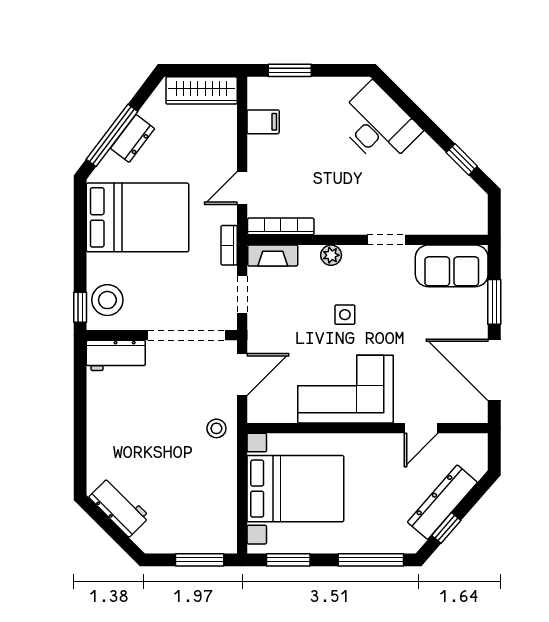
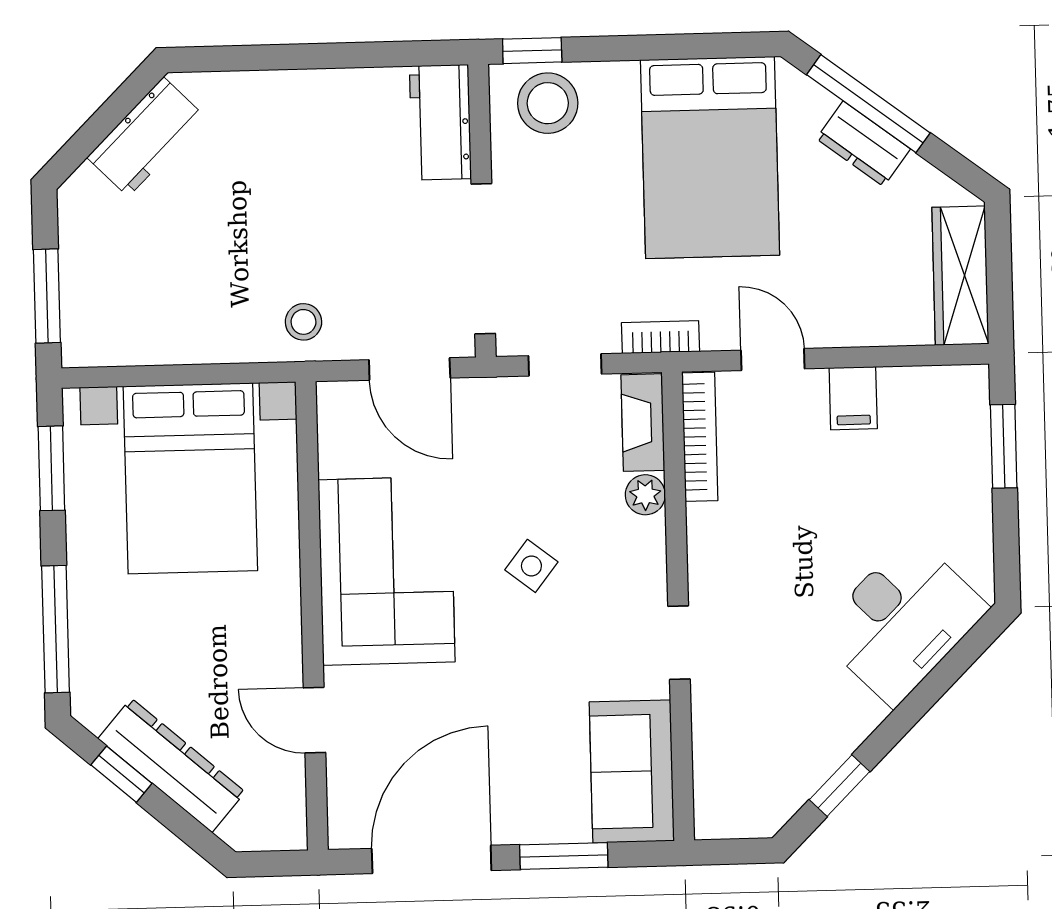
filing cabinet: (263, 122) -> (853, 398), moved
plant: (331, 255) -> (645, 495), moved
side table: (345, 315) -> (531, 566), turned 38

